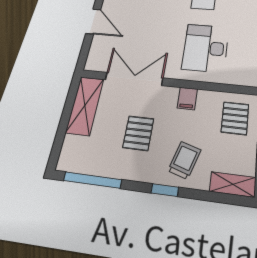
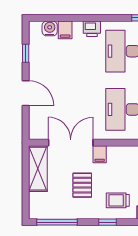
filing cabinet: (187, 98) -> (100, 154), moved
trolley: (184, 160) -> (118, 200), turned -107

